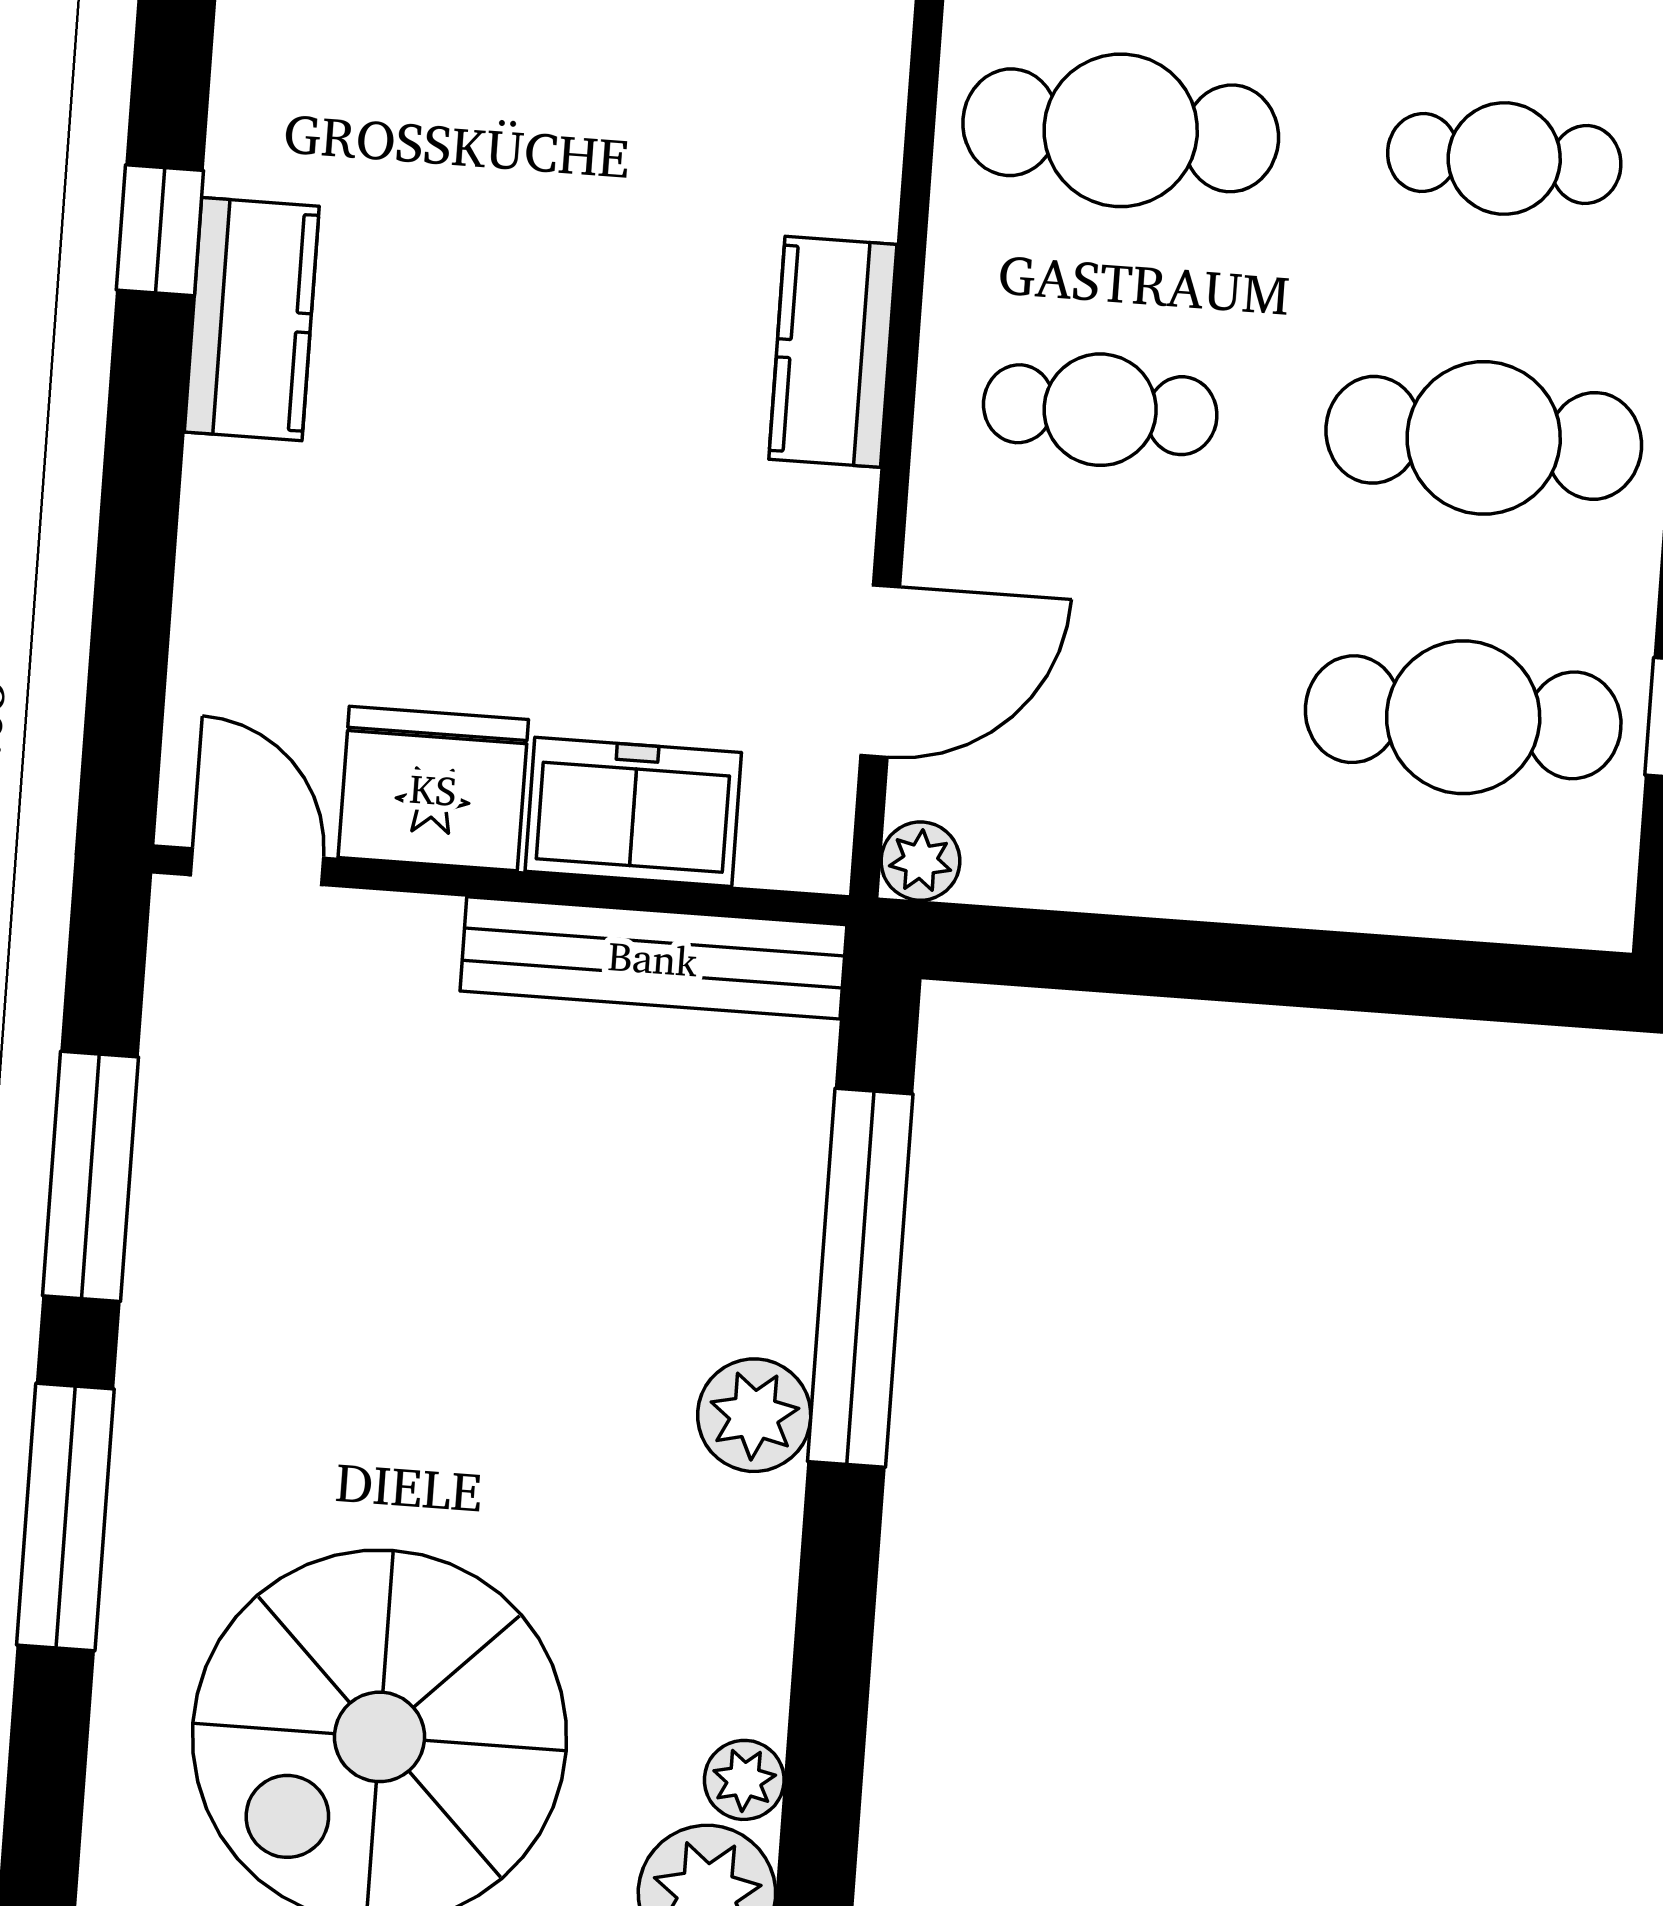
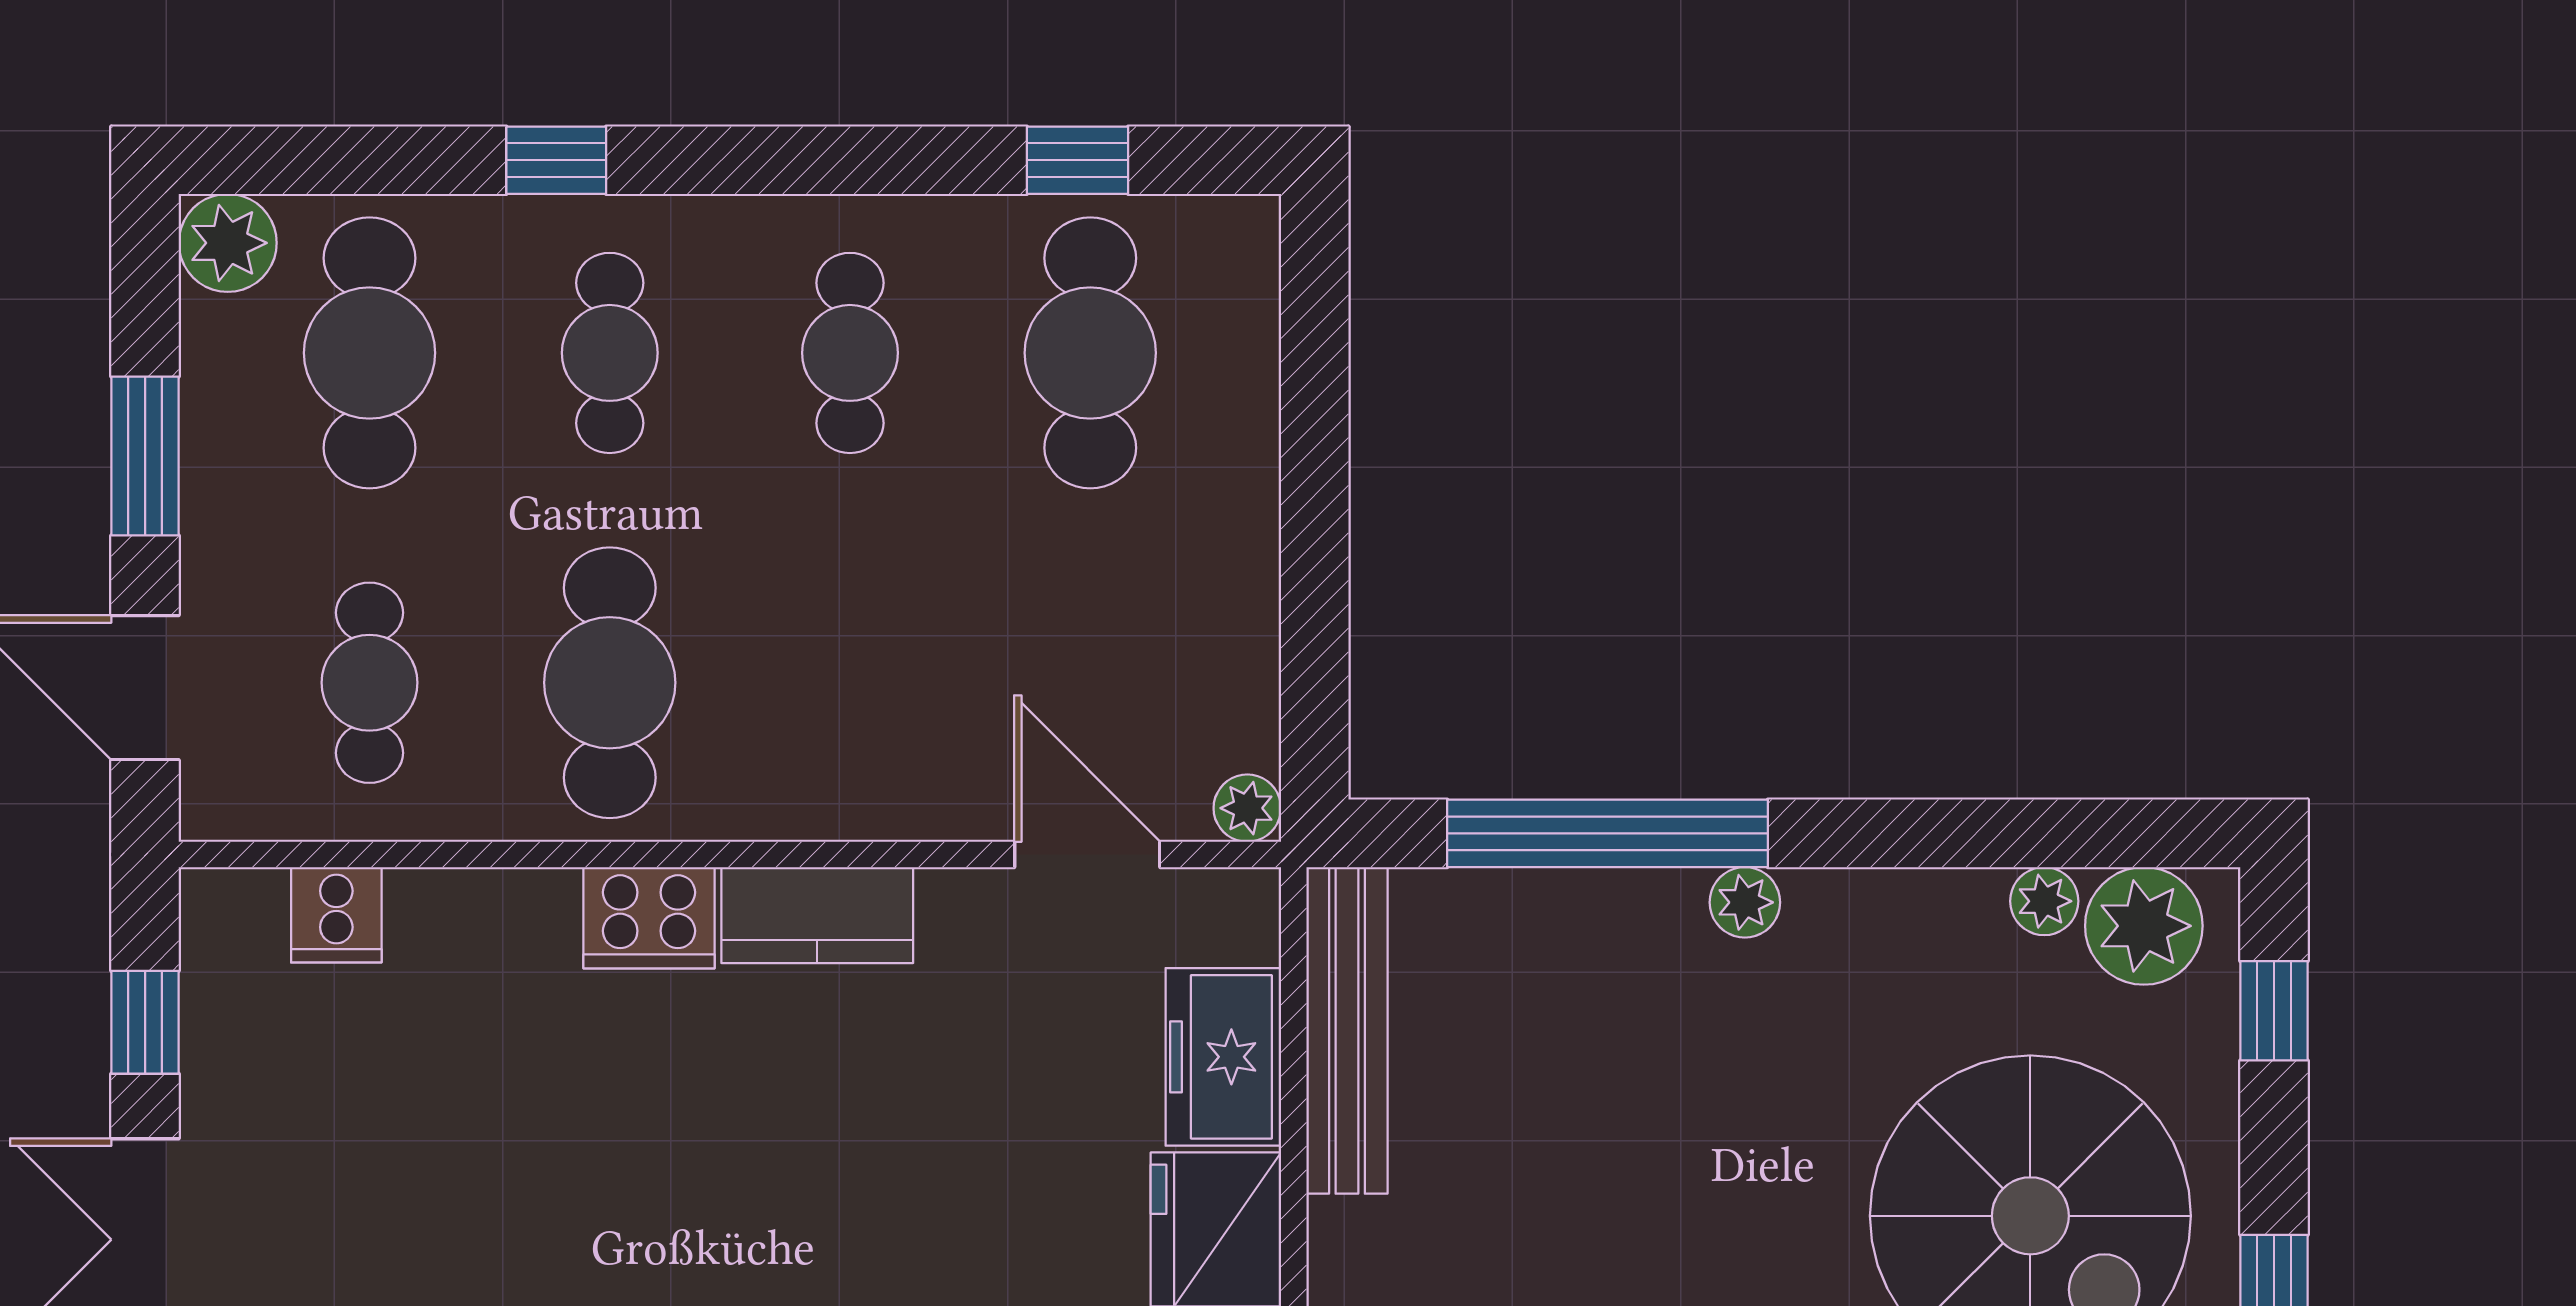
cooker: (844, 156) -> (649, 918), added
cafe table: (1100, 410) -> (850, 683), removed
cafe table: (1484, 438) -> (850, 353), width x0.73, depth x0.74
plant: (754, 1415) -> (1745, 902), width x0.73, depth x0.73

